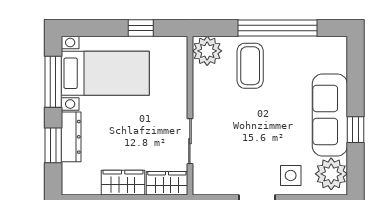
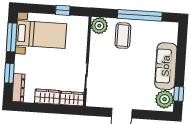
window: (355, 130) -> (179, 94), moved
dresser: (71, 137) -> (18, 88), moved
side table: (291, 175) -> (142, 99), removed

